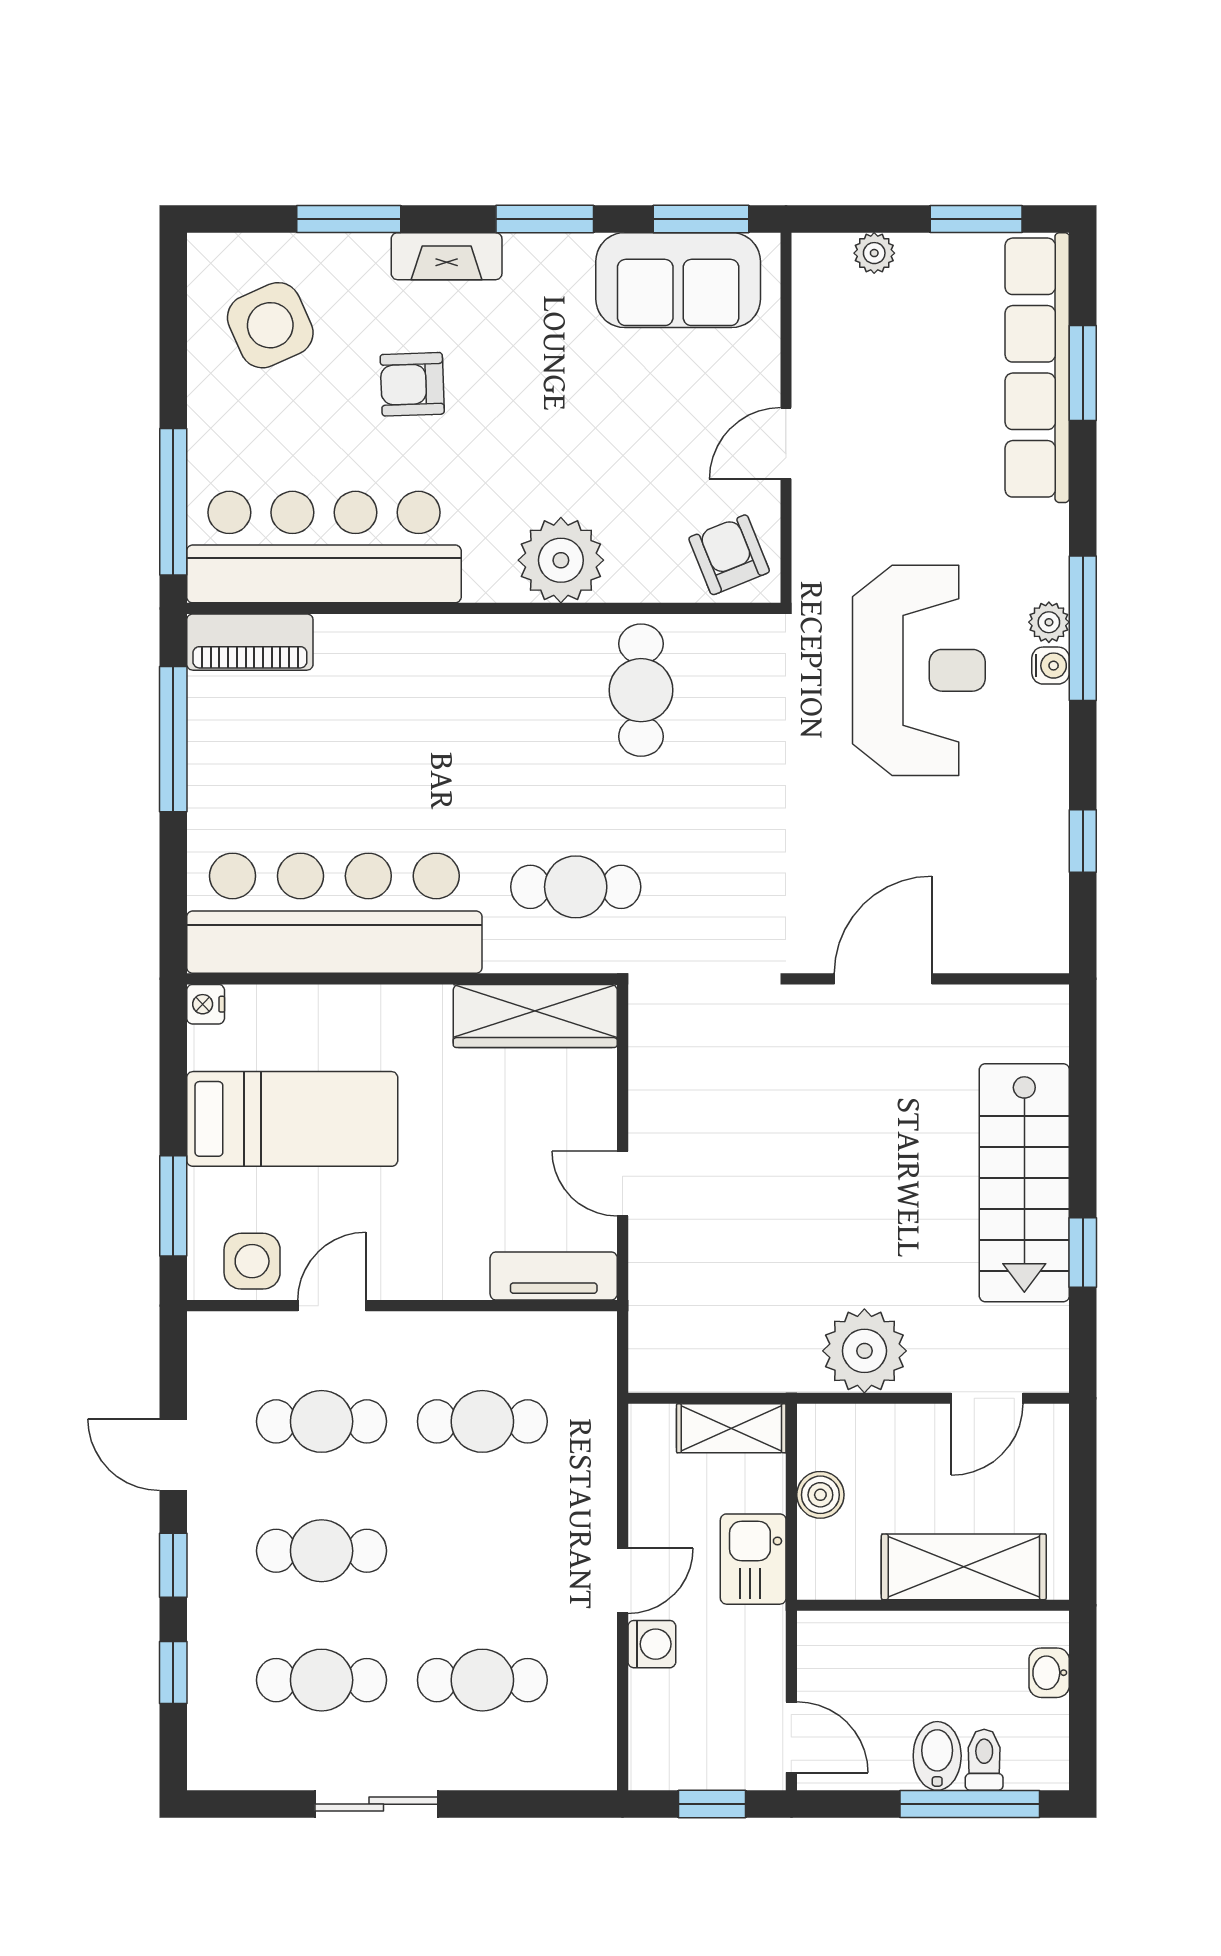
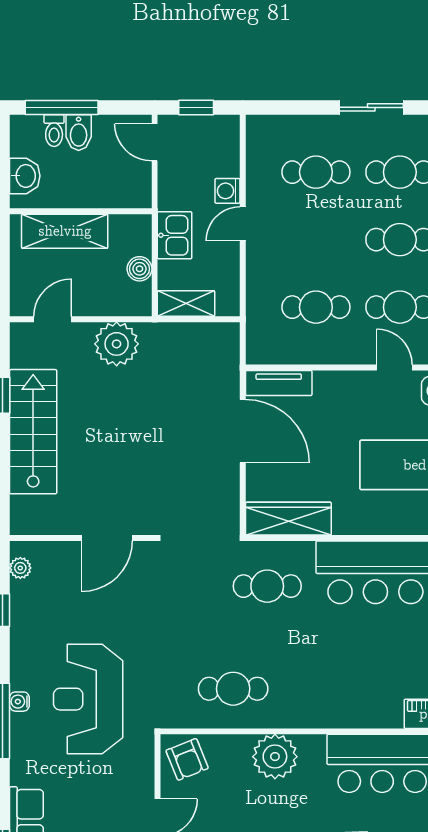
plant: (1049, 622) -> (20, 568), moved
cafe table: (641, 690) -> (233, 689), turned 90
door: (623, 1184) -> (243, 431), width x1.88
door: (332, 1306) -> (394, 368), swing flipped
washbasin: (1049, 1673) -> (25, 176), width x1.38, depth x1.45

